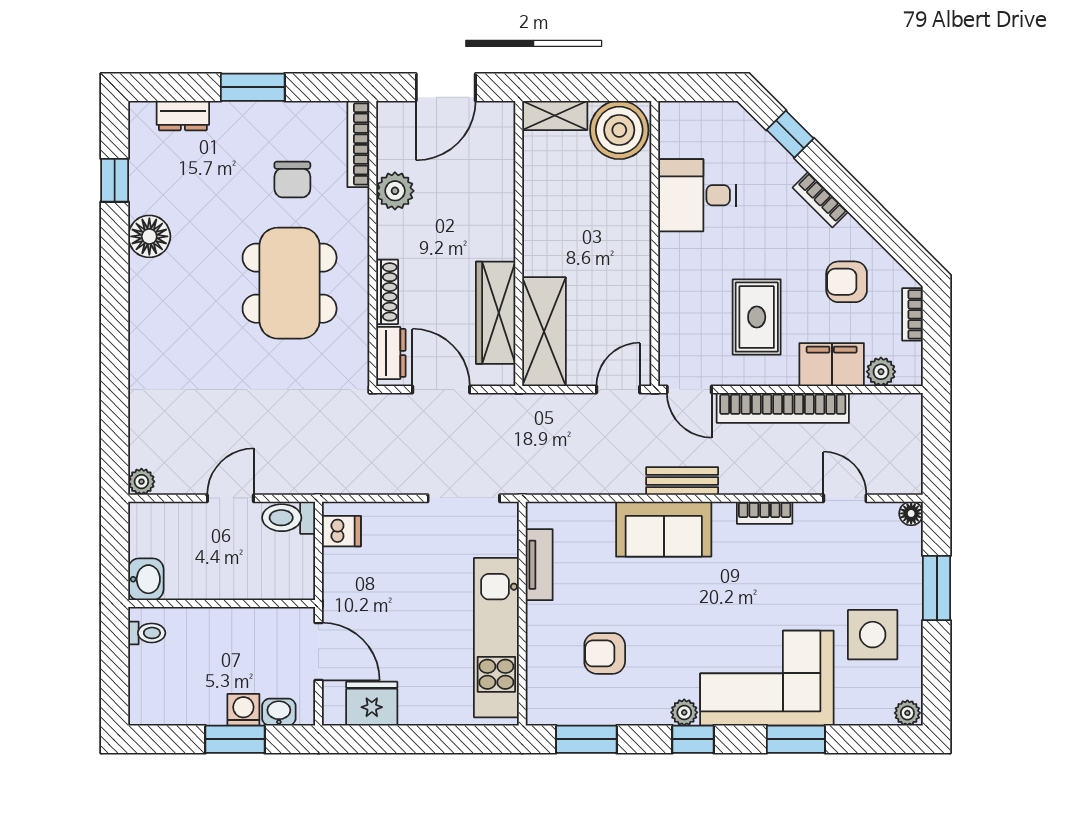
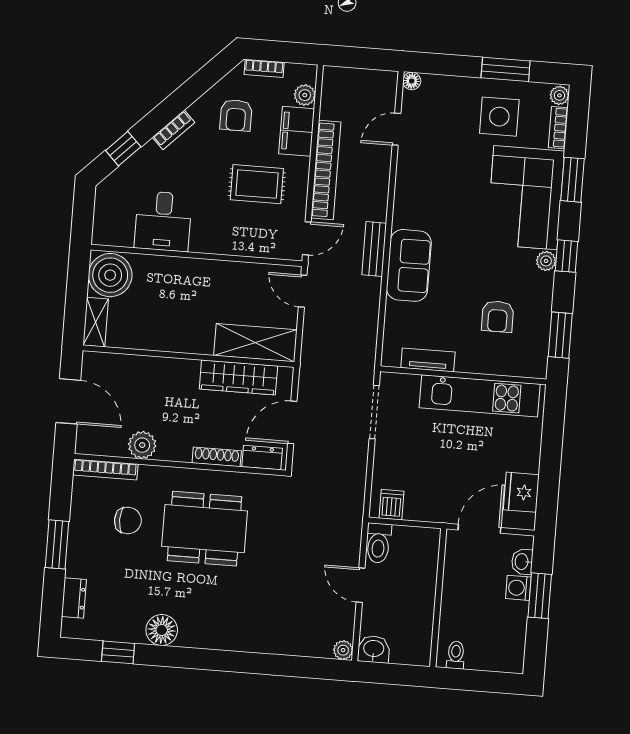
bookcase: (765, 513) -> (558, 128), moved, turned 180
washbasin: (146, 579) -> (374, 649), moved
window: (937, 588) -> (506, 69), moved

